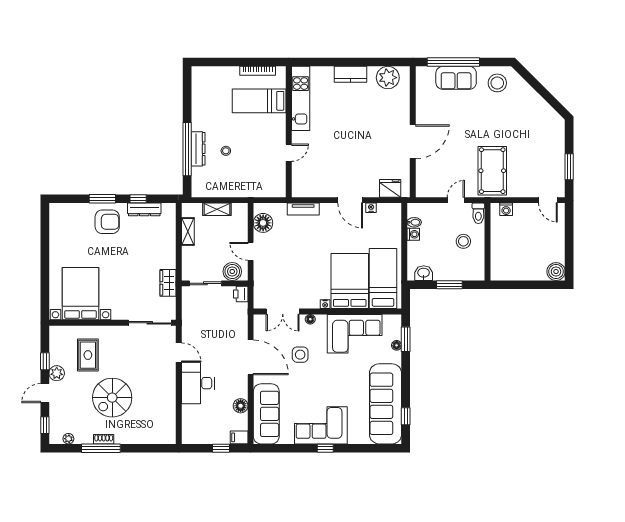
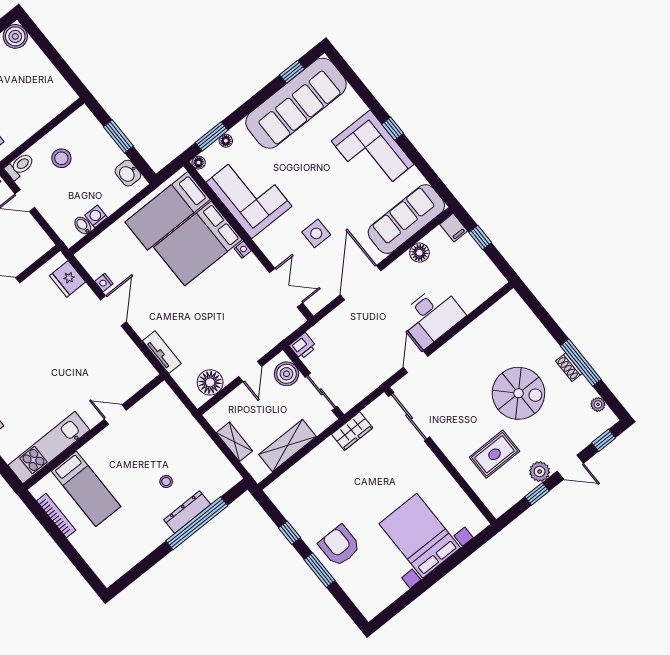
dresser: (144, 209) -> (296, 517), removed
shelving: (188, 232) -> (288, 446), width x1.50, depth x1.33
bed with nightstands: (81, 294) -> (420, 536), moved, turned 90
floor lamp: (310, 319) -> (199, 163), moved

